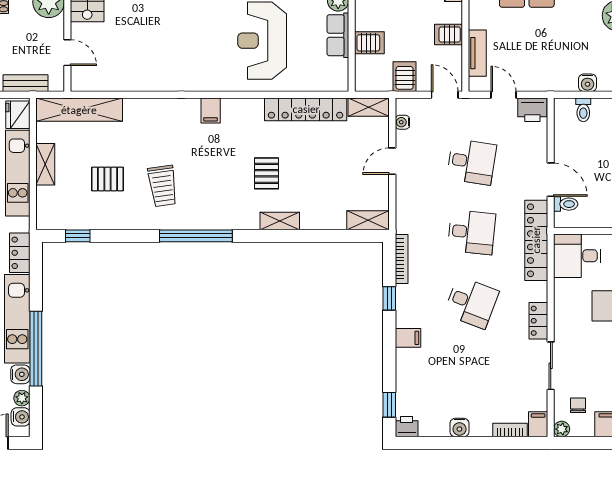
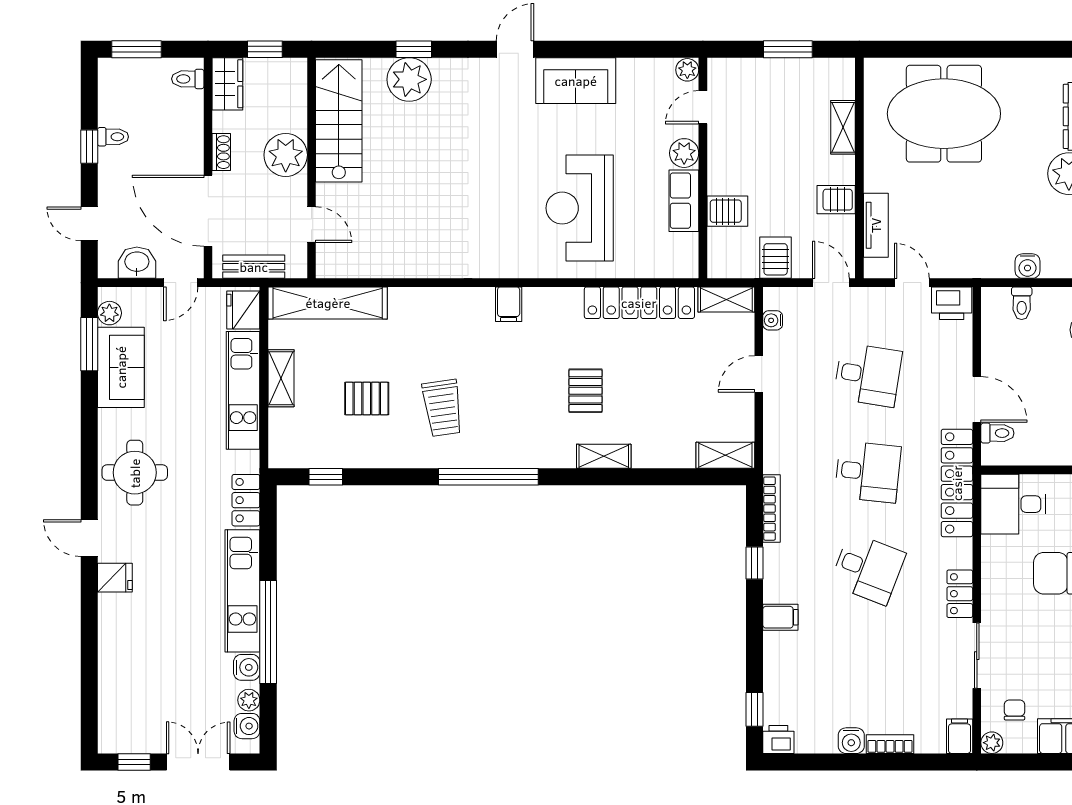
bookcase: (510, 430) -> (890, 744), moved

